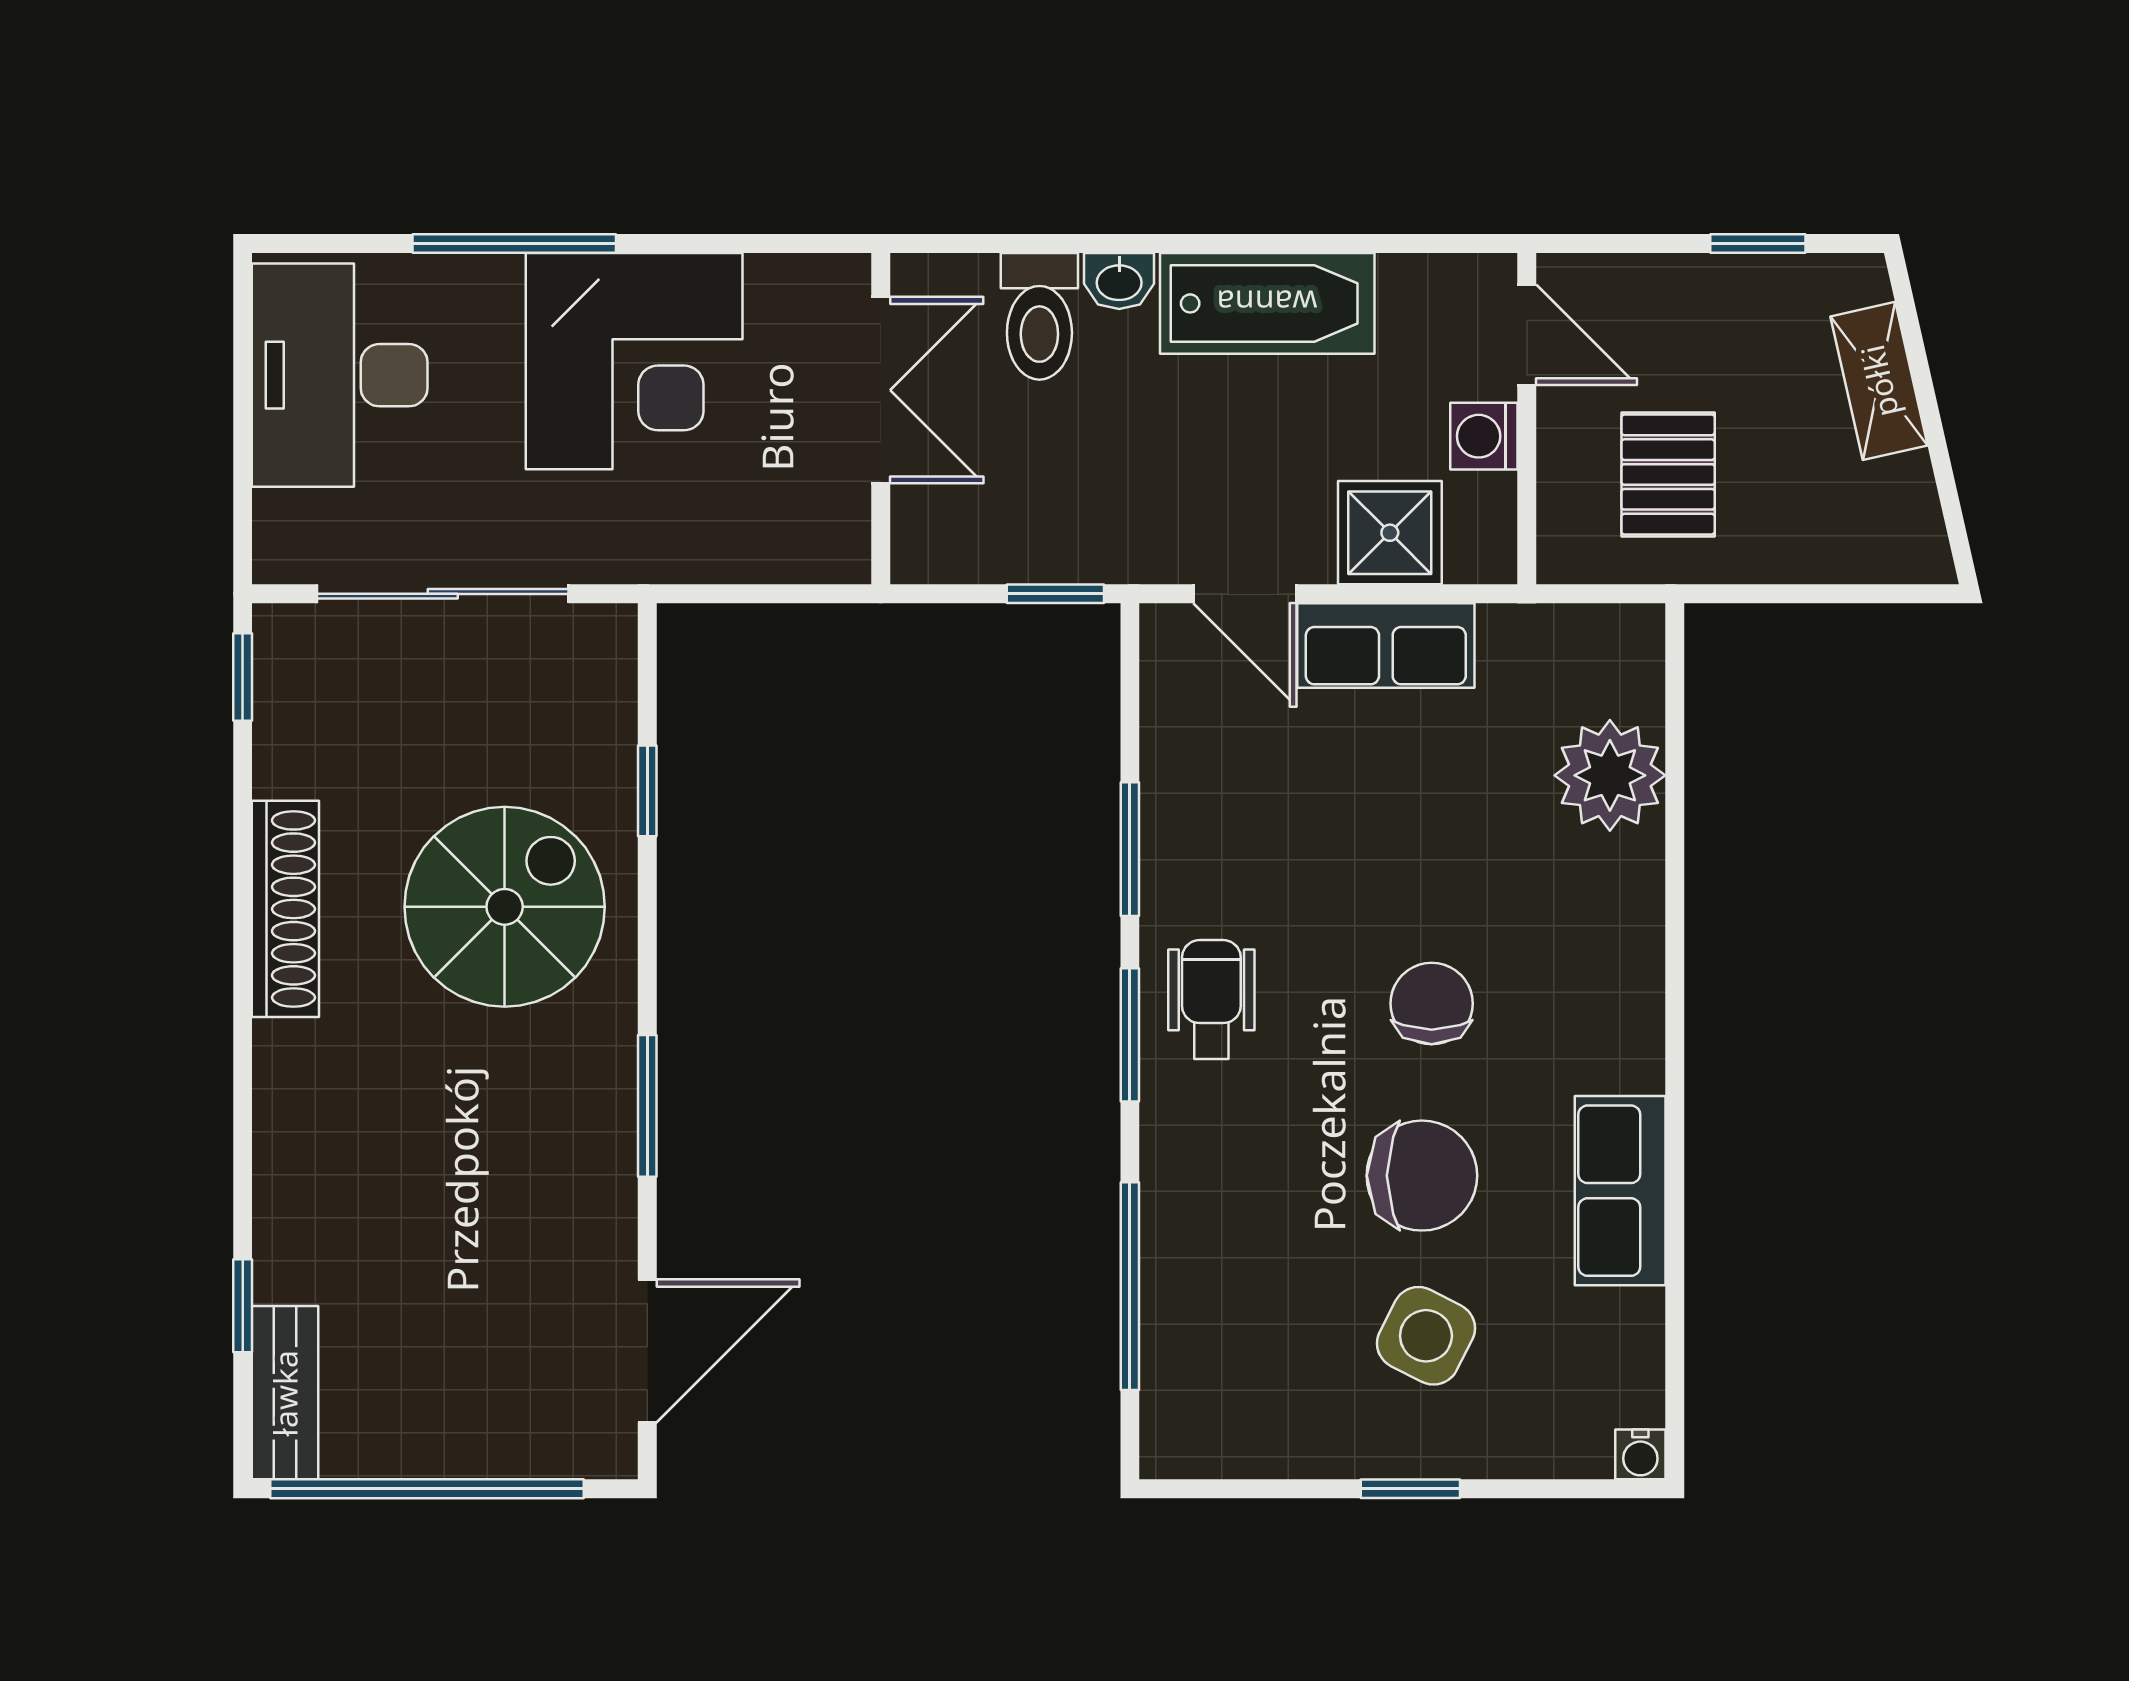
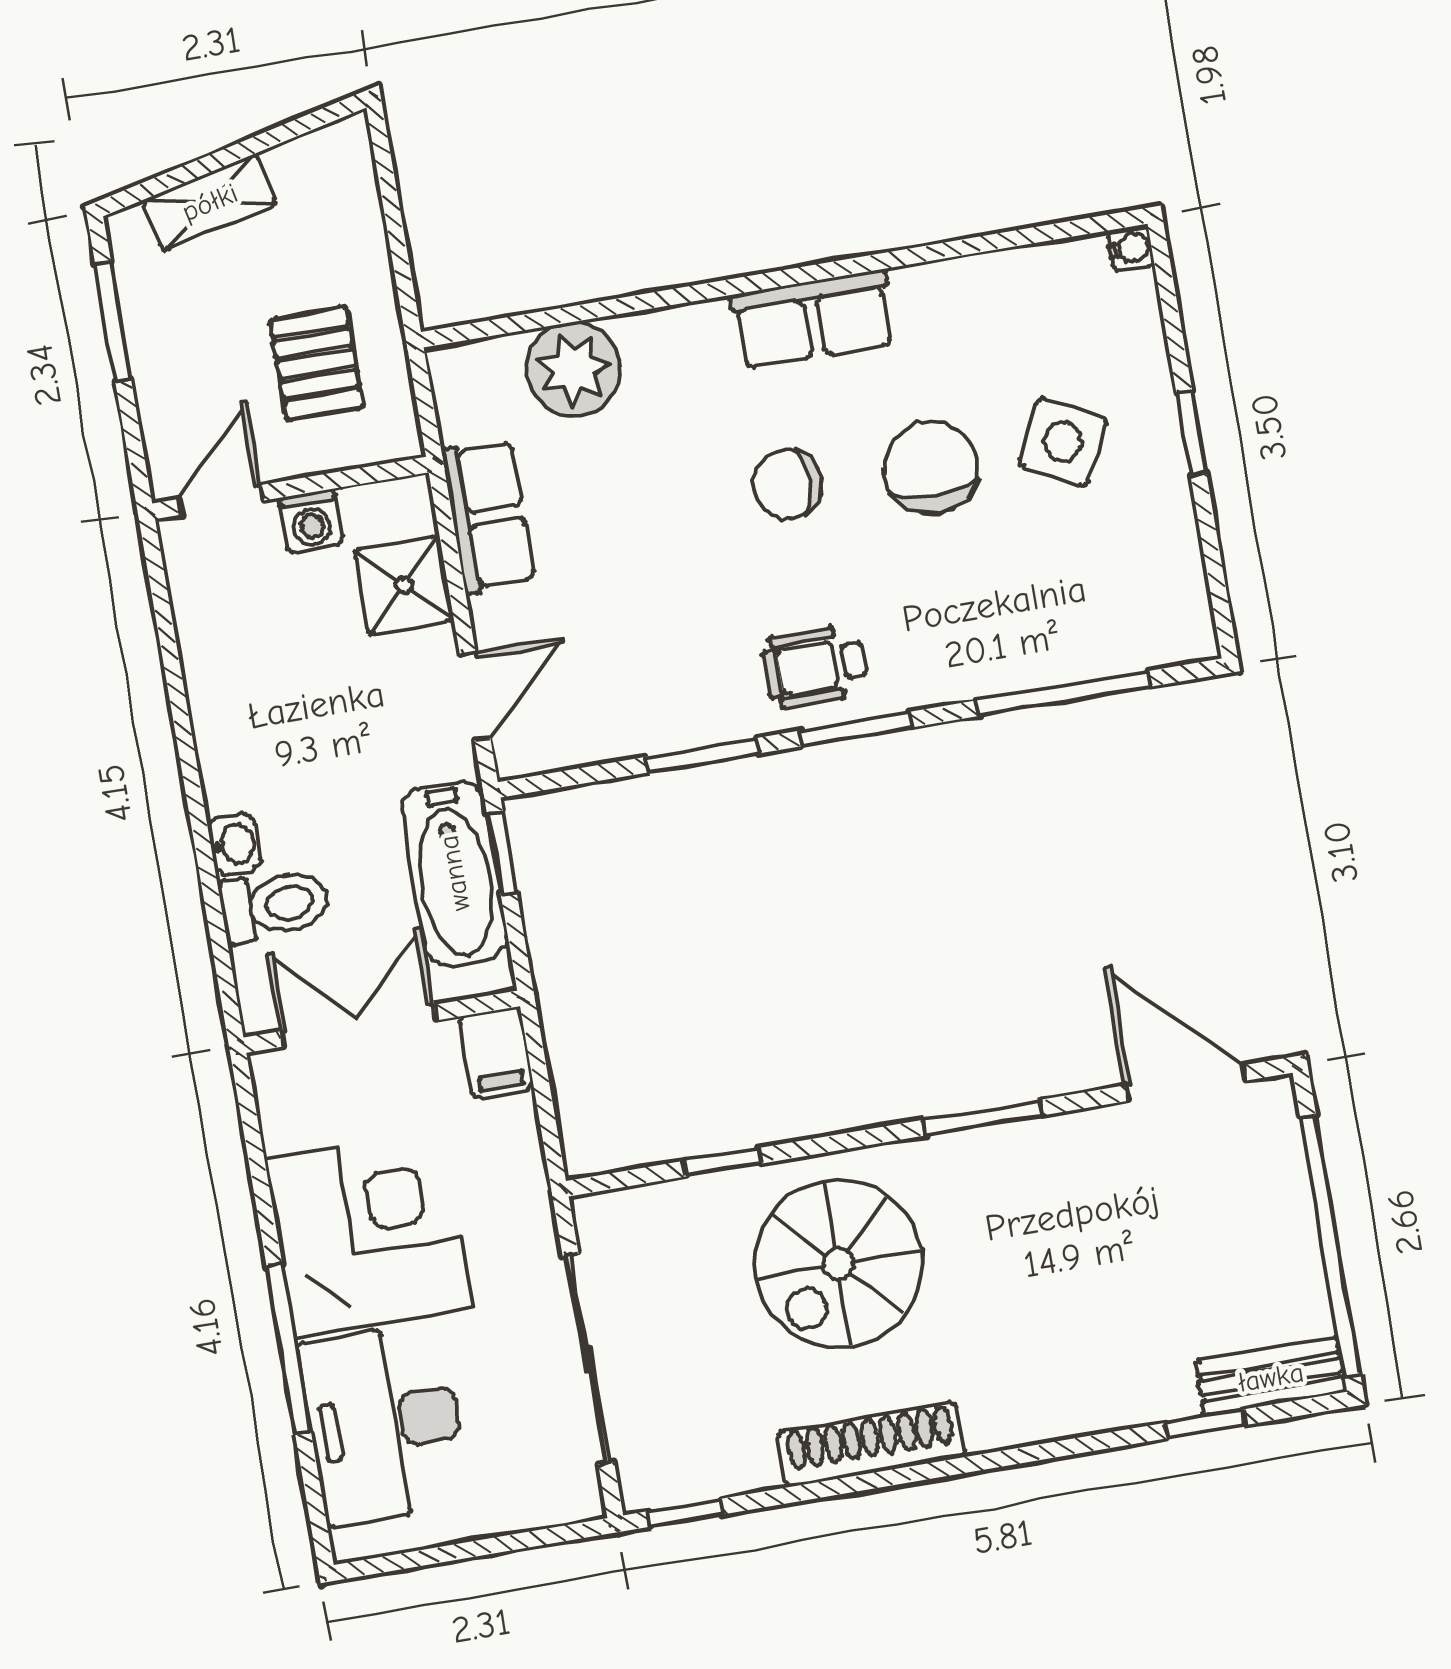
window: (1758, 244) -> (113, 322), width x1.50
bathtub: (1267, 303) -> (454, 873), moved, turned 180
desk: (340, 375) -> (384, 1424), moved, turned 90
pallet: (1668, 474) -> (317, 363), turned 90
filing cabinet: (822, 547) -> (496, 1052), added
row of seats: (1386, 645) -> (488, 516), moved
spiral stairs: (505, 907) -> (838, 1264), turned -90
row of seats: (1620, 1191) -> (813, 319), moved

